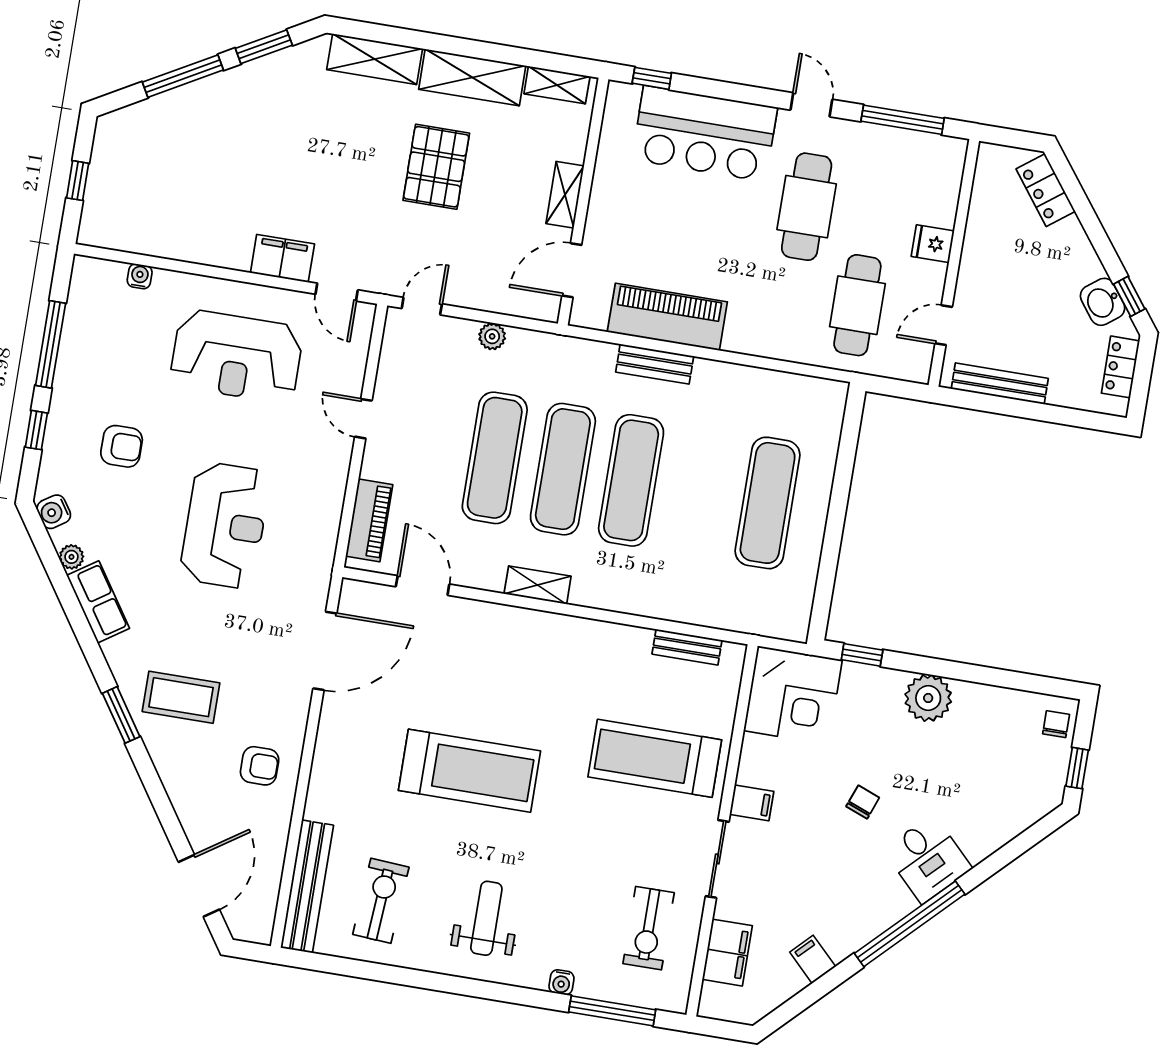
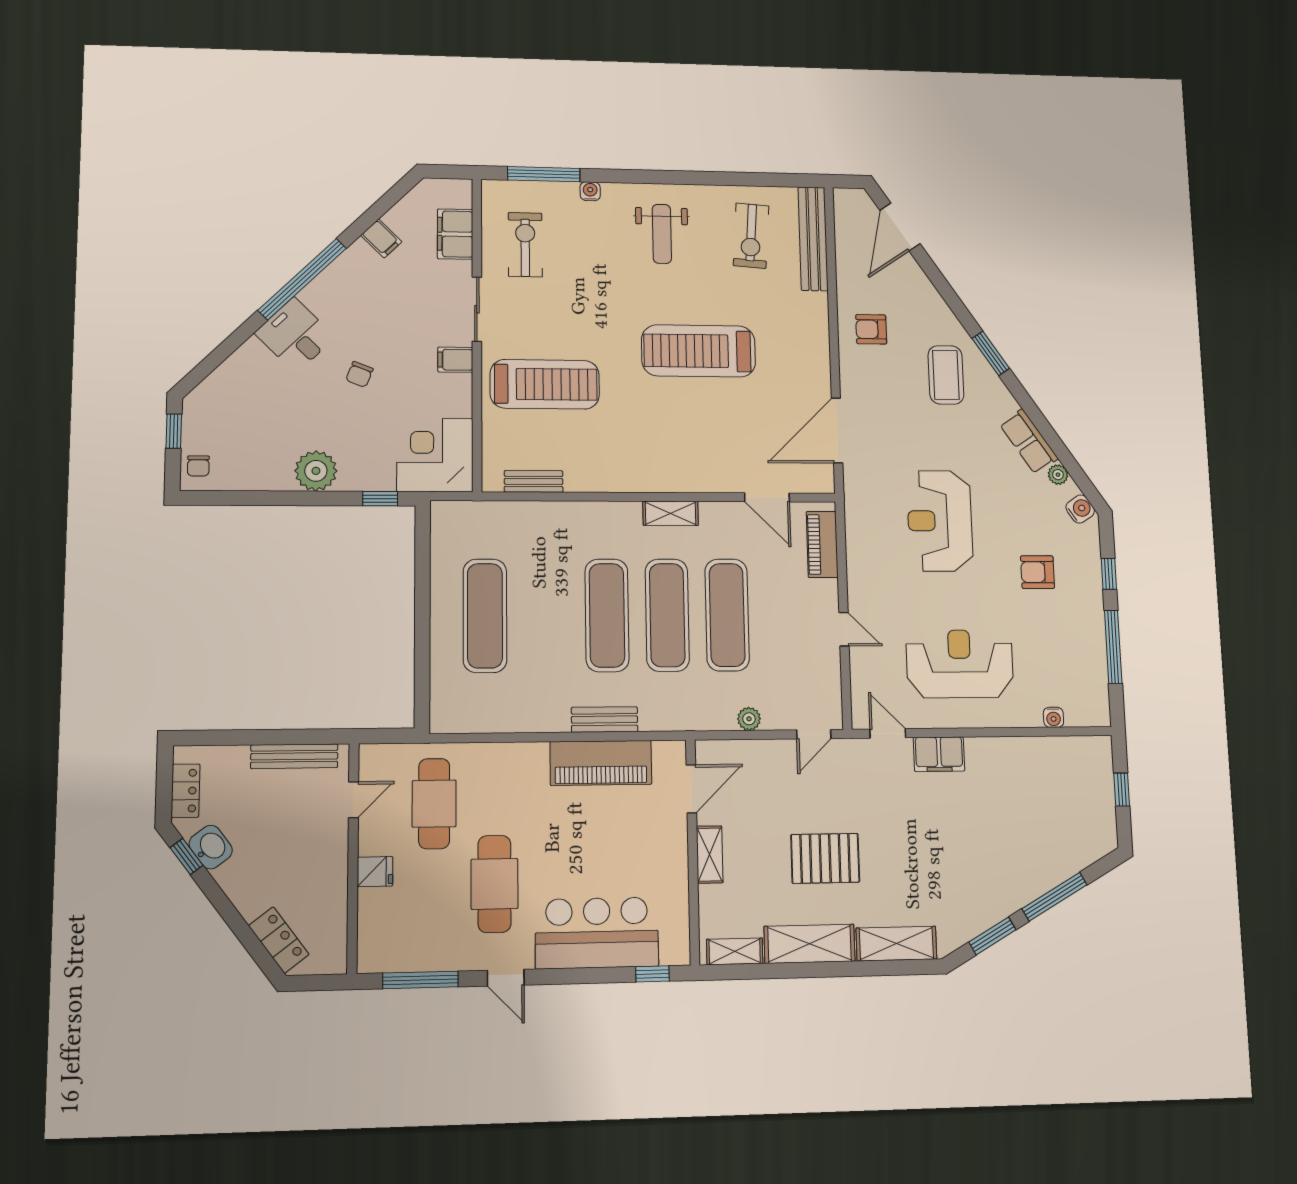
pallet: (436, 167) -> (825, 858), turned 90
coffee table: (181, 697) -> (946, 375), turned 90

